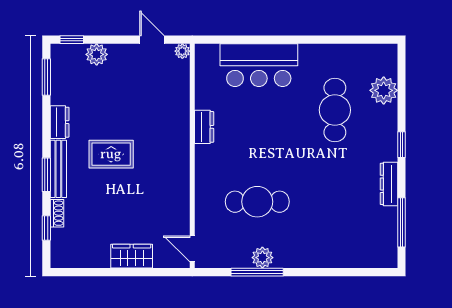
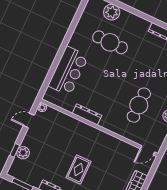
window: (72, 40) -> (15, 150), moved
dresser: (204, 127) -> (87, 114), width x1.44
window: (401, 145) -> (144, 16), removed

